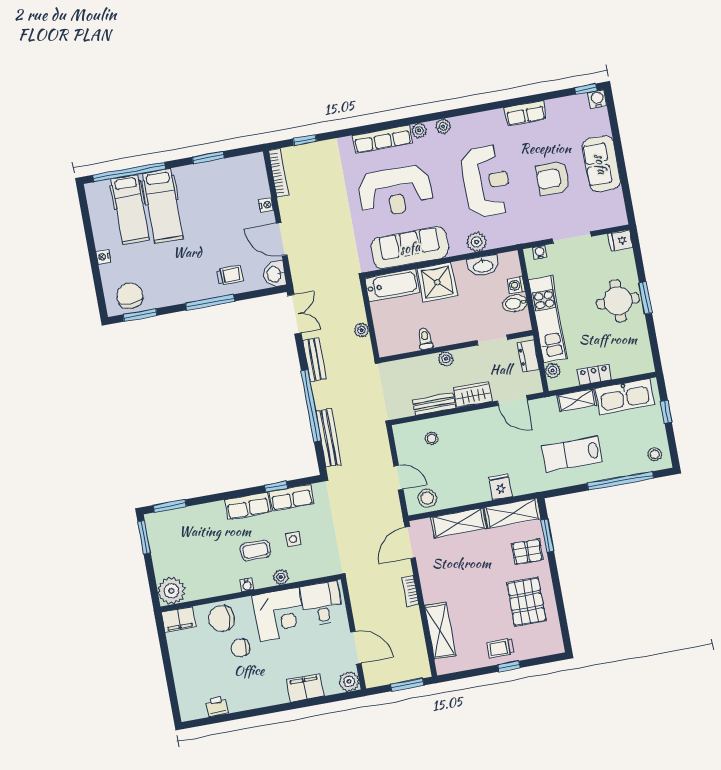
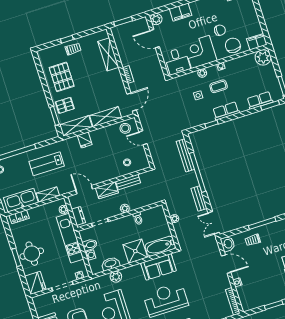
fridge: (620, 241) -> (35, 283), width x1.88, depth x1.34
sofa: (410, 248) -> (159, 267), width x0.73
locker: (594, 375) -> (19, 217), moved
lab bench: (572, 454) -> (47, 164), turned 180
row of seats: (292, 498) -> (260, 100), moved
chair: (221, 619) -> (233, 45), turned -88

